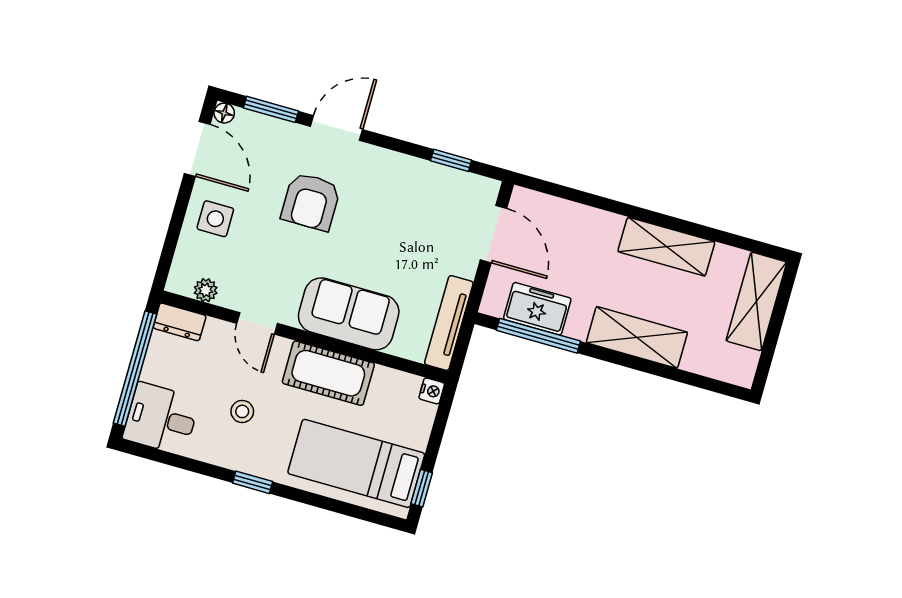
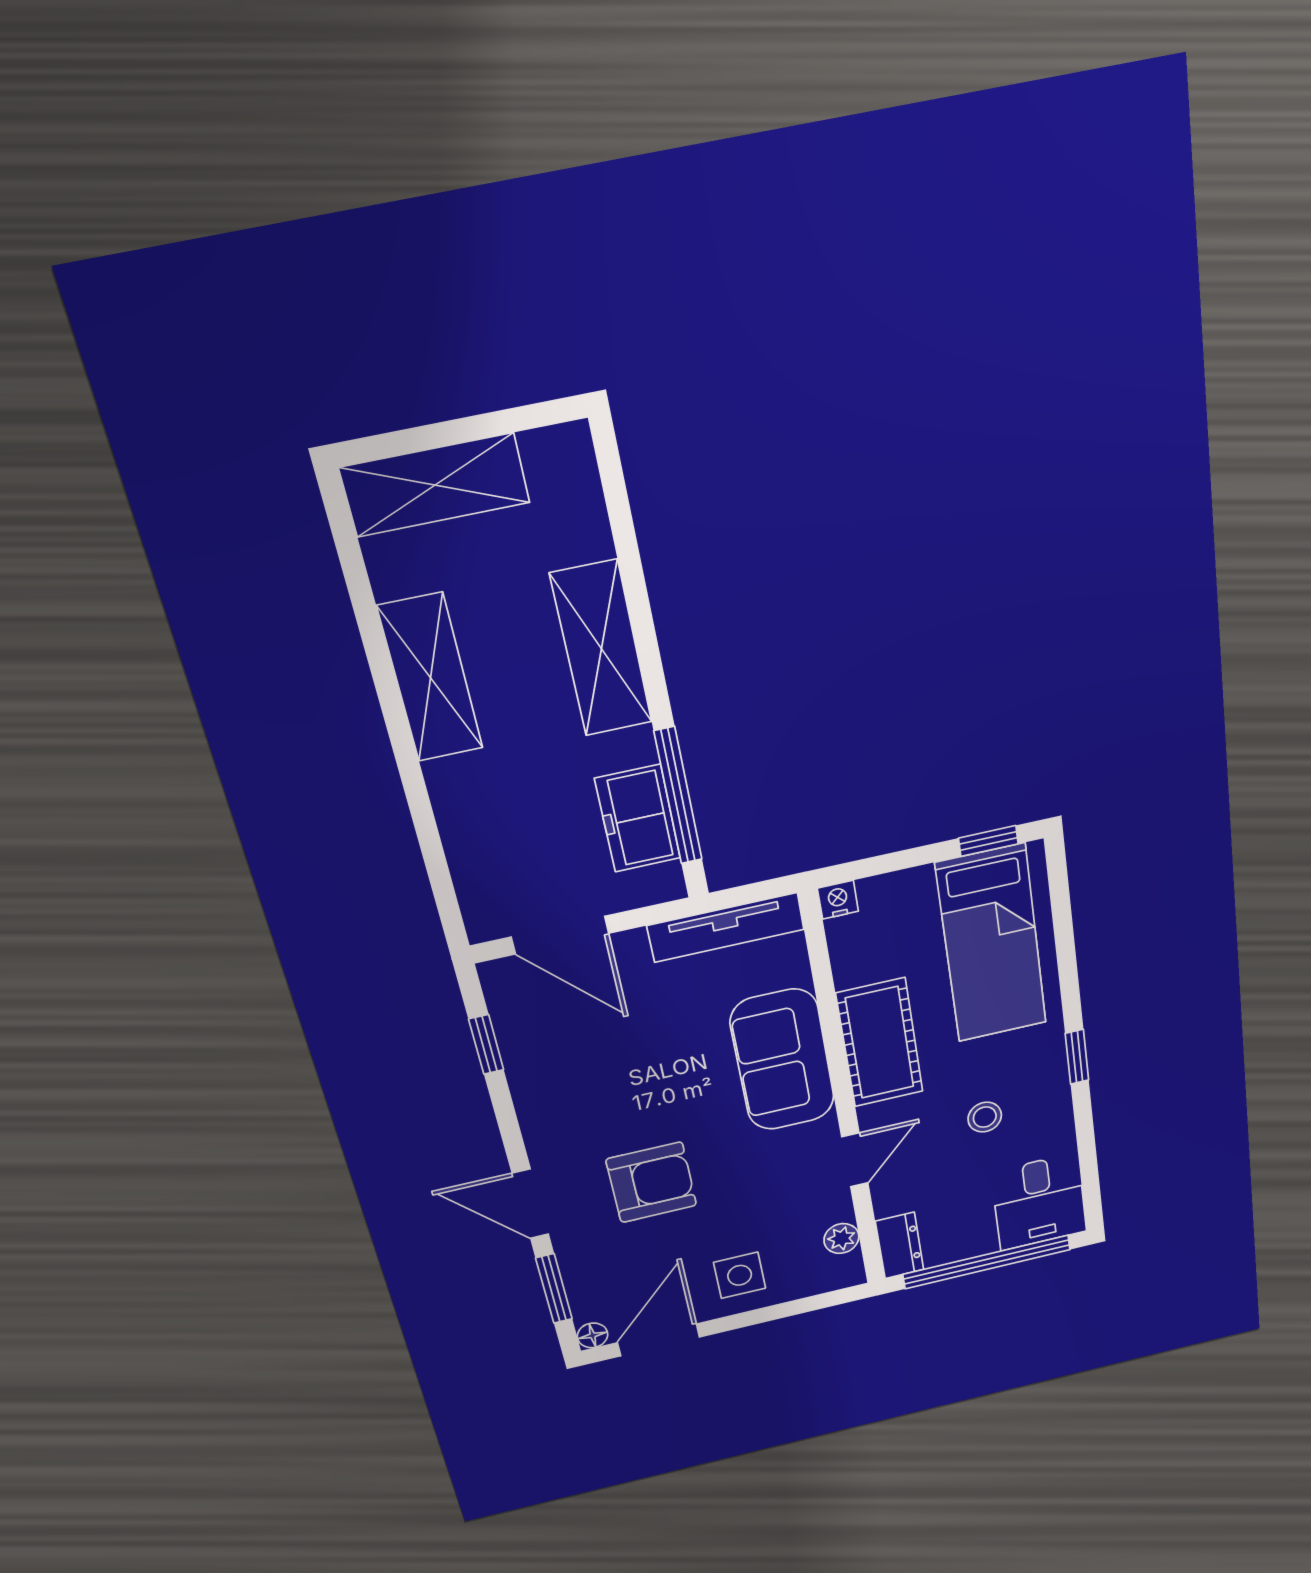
door: (494, 234) -> (560, 935), swing flipped

